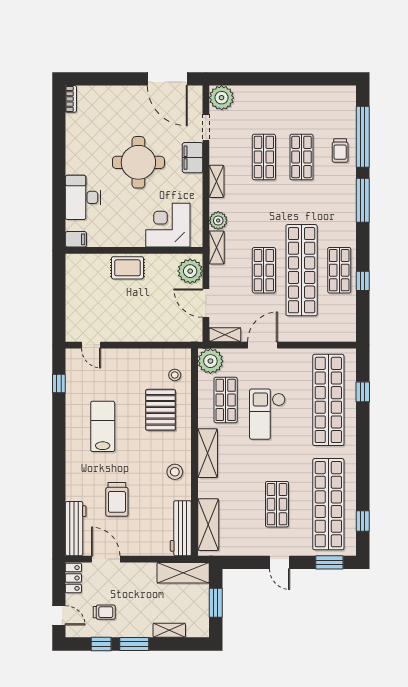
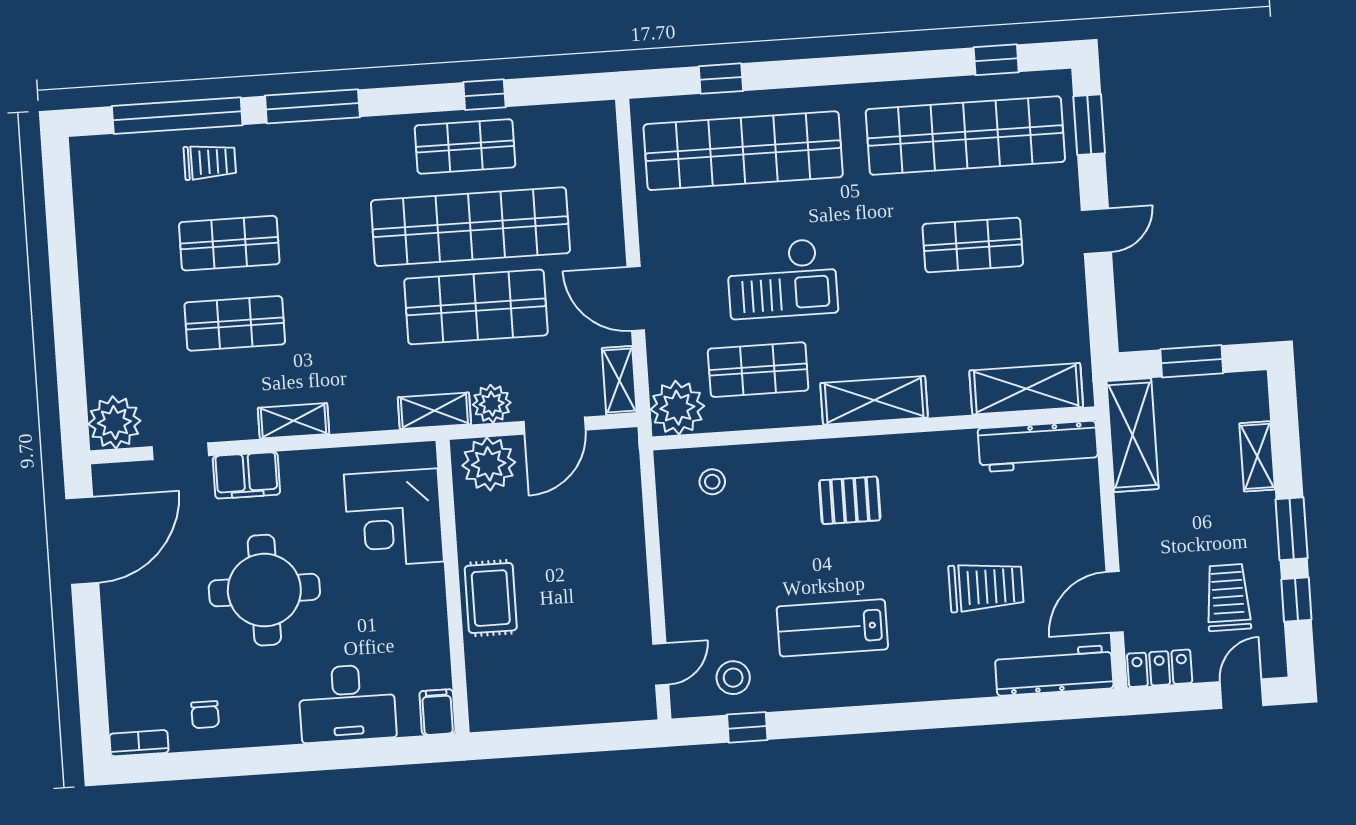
chair: (82, 131) -> (205, 715), added
plant: (218, 220) -> (492, 404), moved
shop shelf: (264, 270) -> (476, 307), width x1.43, depth x1.36
pallet: (161, 410) -> (850, 500), moved, width x0.67, depth x0.71
stool: (175, 472) -> (733, 678), moved
trolley: (104, 612) -> (1228, 598), width x1.36, depth x1.39

